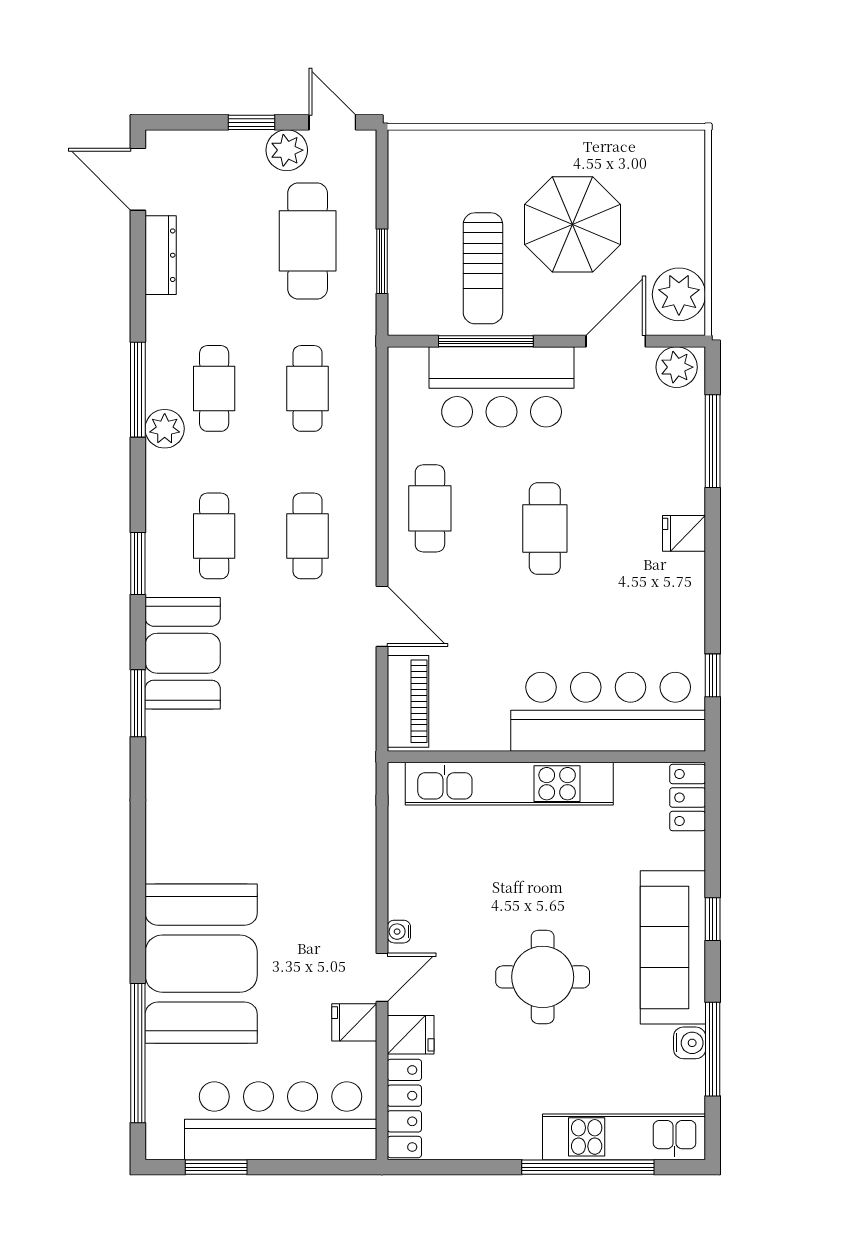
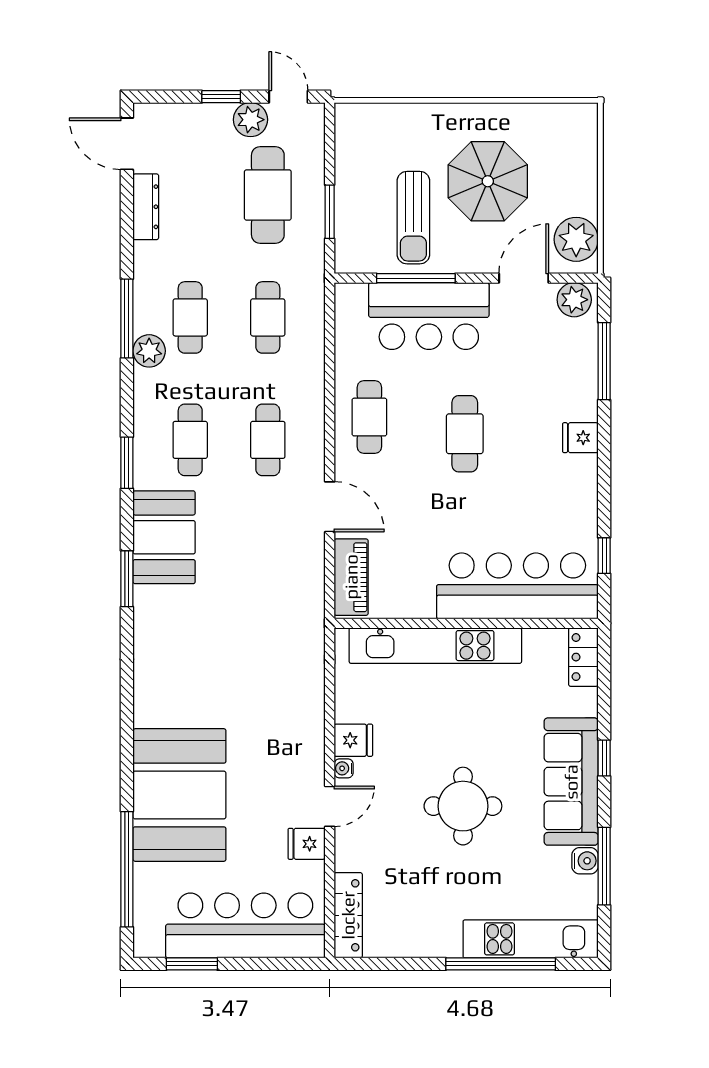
fridge: (411, 1035) -> (353, 740), moved

